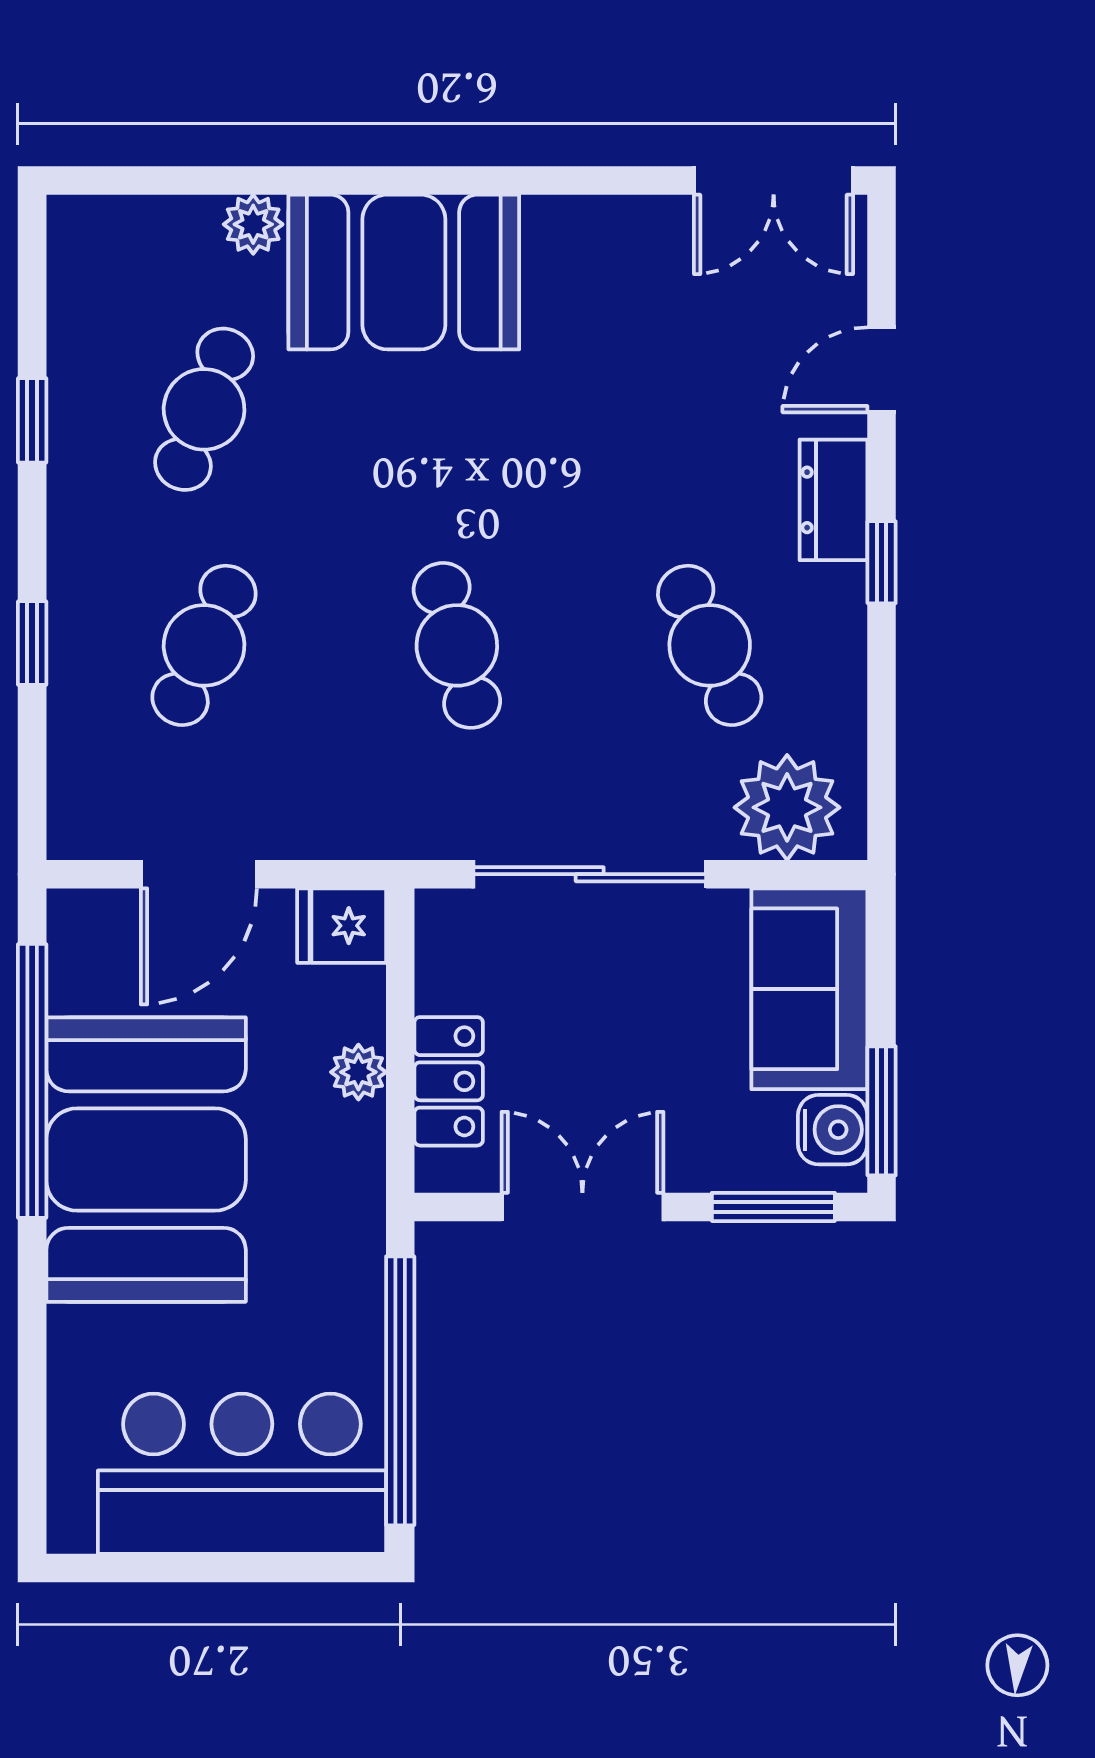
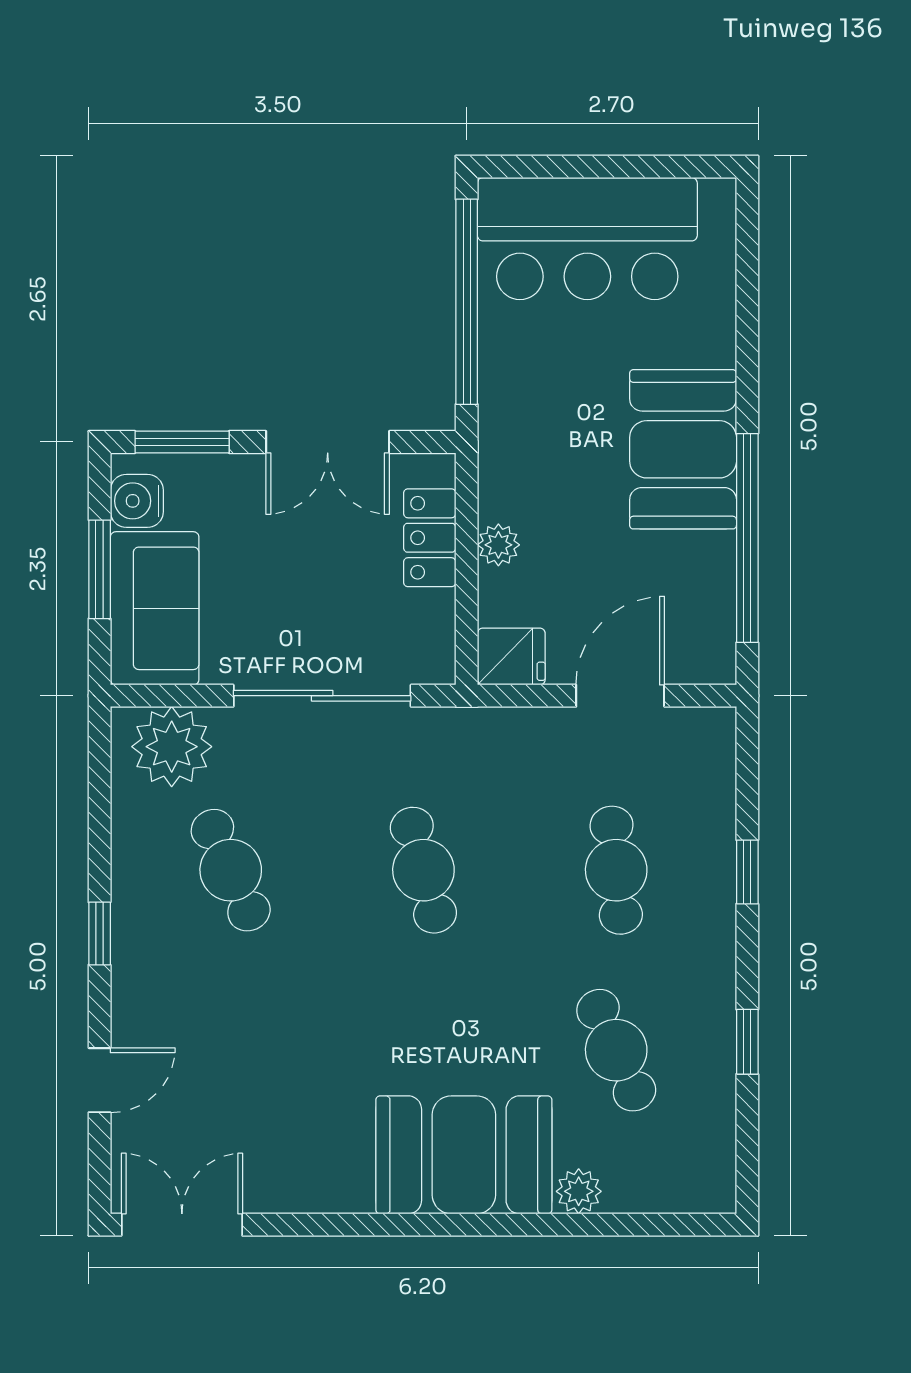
cafe table: (204, 409) -> (616, 1050), turned -45
dresser: (834, 500) -> (136, 981), removed
cafe table: (204, 645) -> (616, 870), turned -30
window: (882, 1111) -> (100, 569), moved
booth: (146, 1160) -> (683, 449), width x0.73, depth x0.70

